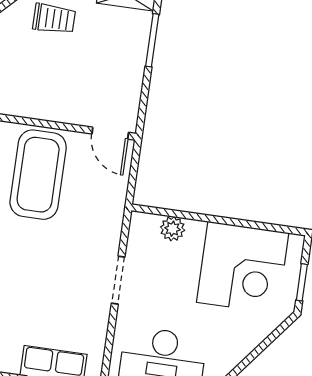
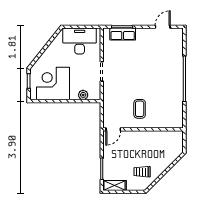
door: (110, 133) -> (113, 129), swing flipped
coffee table: (38, 175) -> (140, 109), width x0.54, depth x0.58

